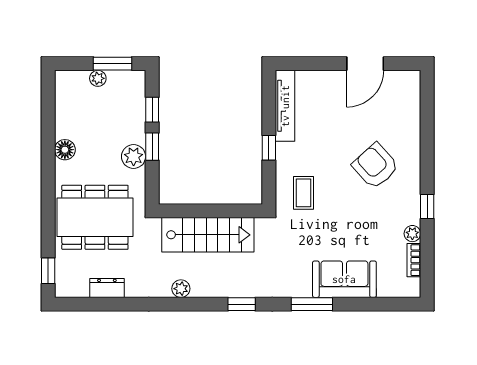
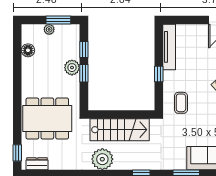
floor lamp: (65, 150) -> (28, 50), moved
plant: (134, 157) -> (72, 68), moved
dresser: (107, 288) -> (37, 164), moved
plant: (181, 289) -> (102, 159), width x1.87, depth x1.87

